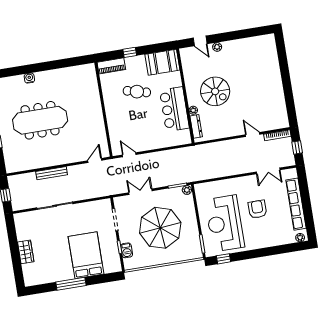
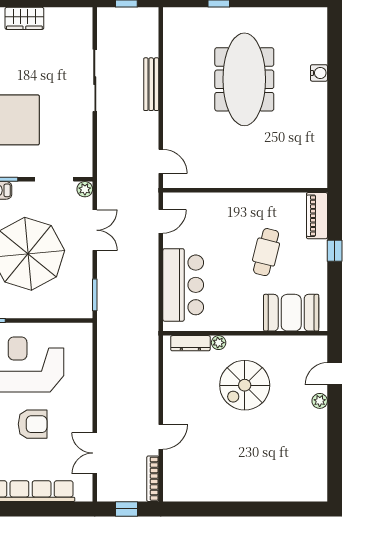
booth: (162, 62) -> (291, 313), moved, turned 90
bar counter: (174, 109) -> (183, 285), moved, turned 90
plant: (187, 190) -> (85, 189), moved

